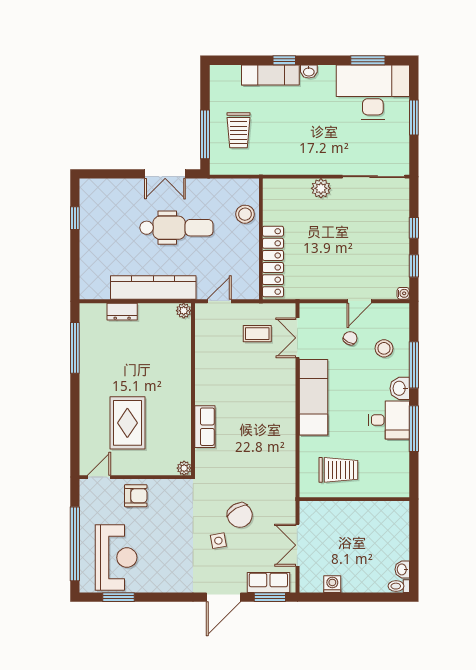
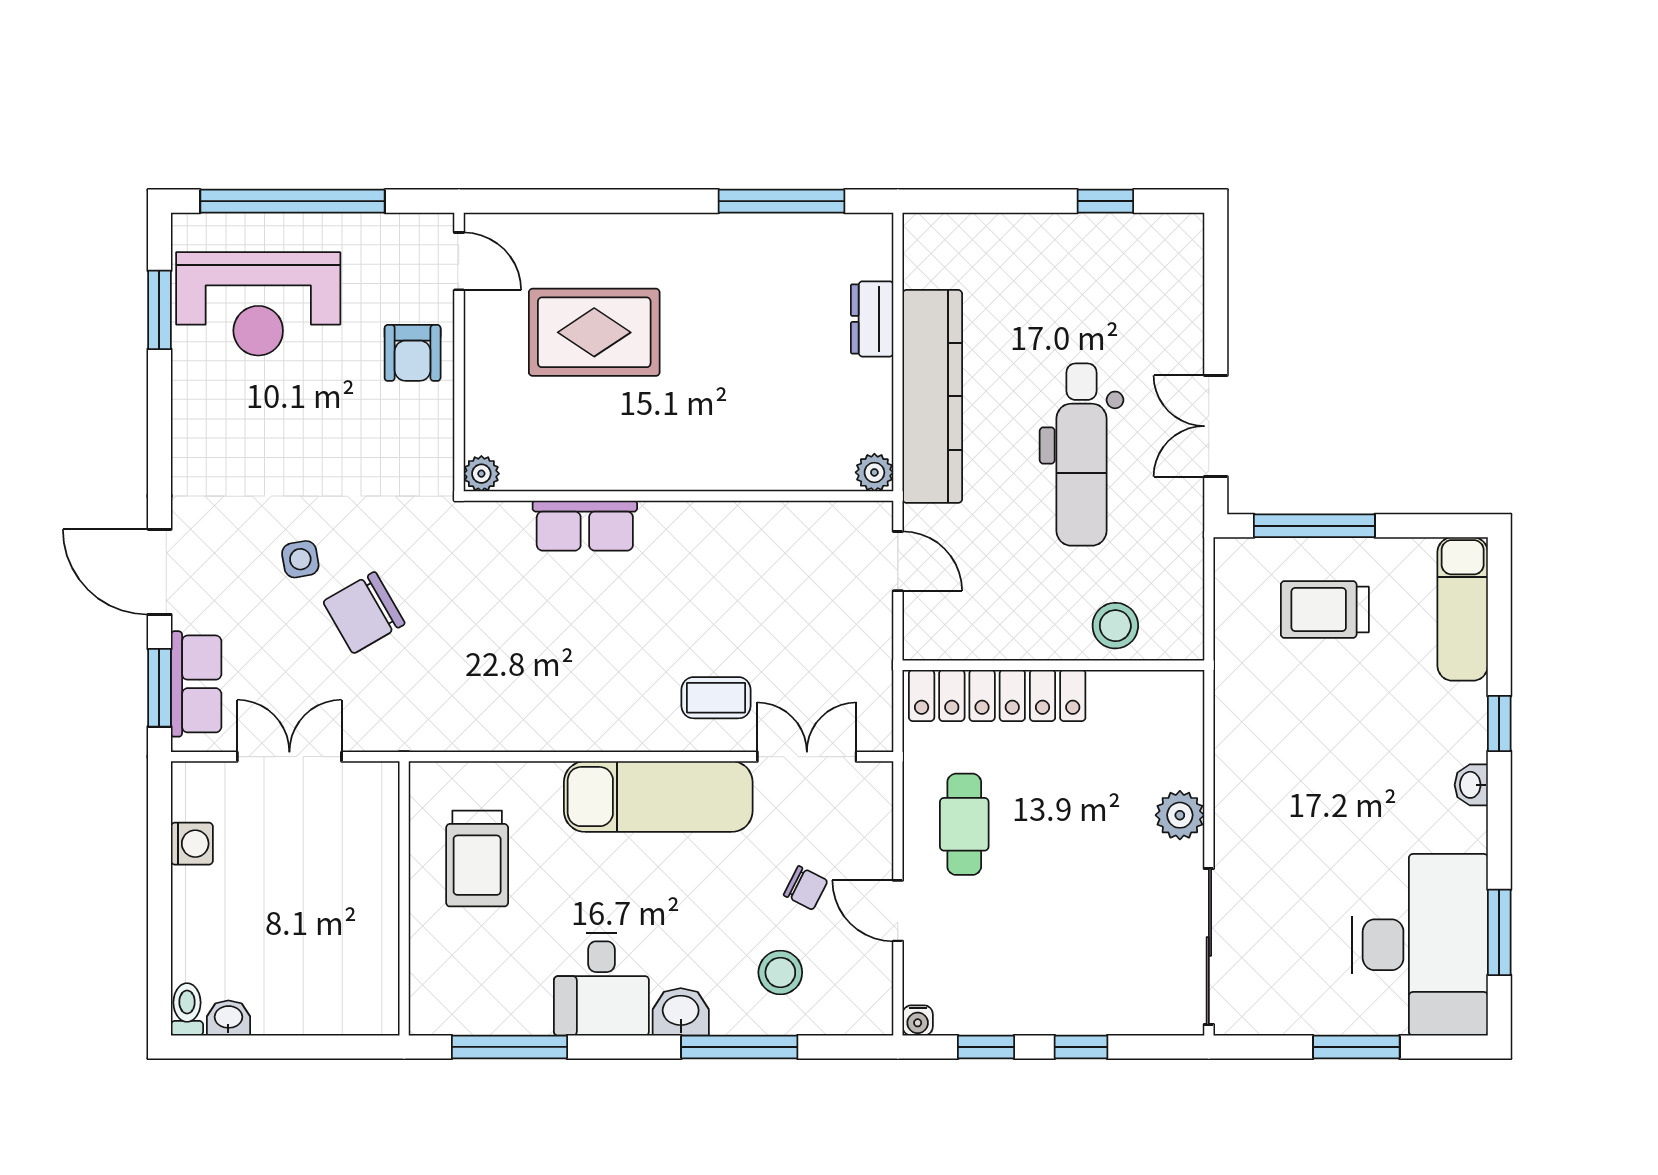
exam couch: (270, 75) -> (1463, 609), moved
cafe table: (325, 275) -> (964, 824), added
coffee table: (257, 334) -> (716, 698), moved, turned 90
window: (414, 429) -> (509, 1047), moved

